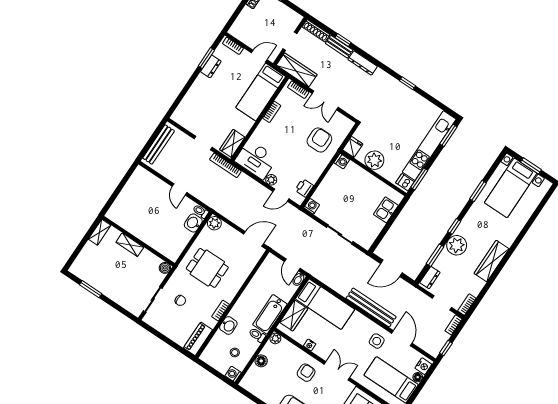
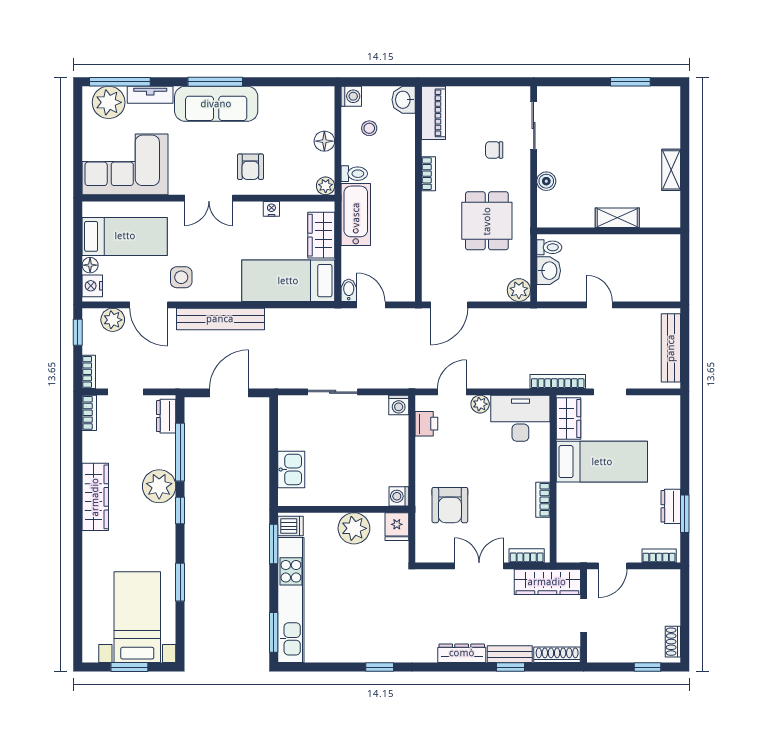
bed: (261, 92) -> (602, 462), moved, turned 90
toilet: (201, 211) -> (549, 247), moved
wall: (138, 241) -> (609, 231), moved
shelving: (130, 245) -> (617, 218), moved
window: (435, 255) -> (180, 452), width x1.44
dining table: (207, 268) -> (487, 221), turned 90
washbasin: (228, 325) -> (404, 100), moved
plant: (425, 343) -> (113, 320), added

